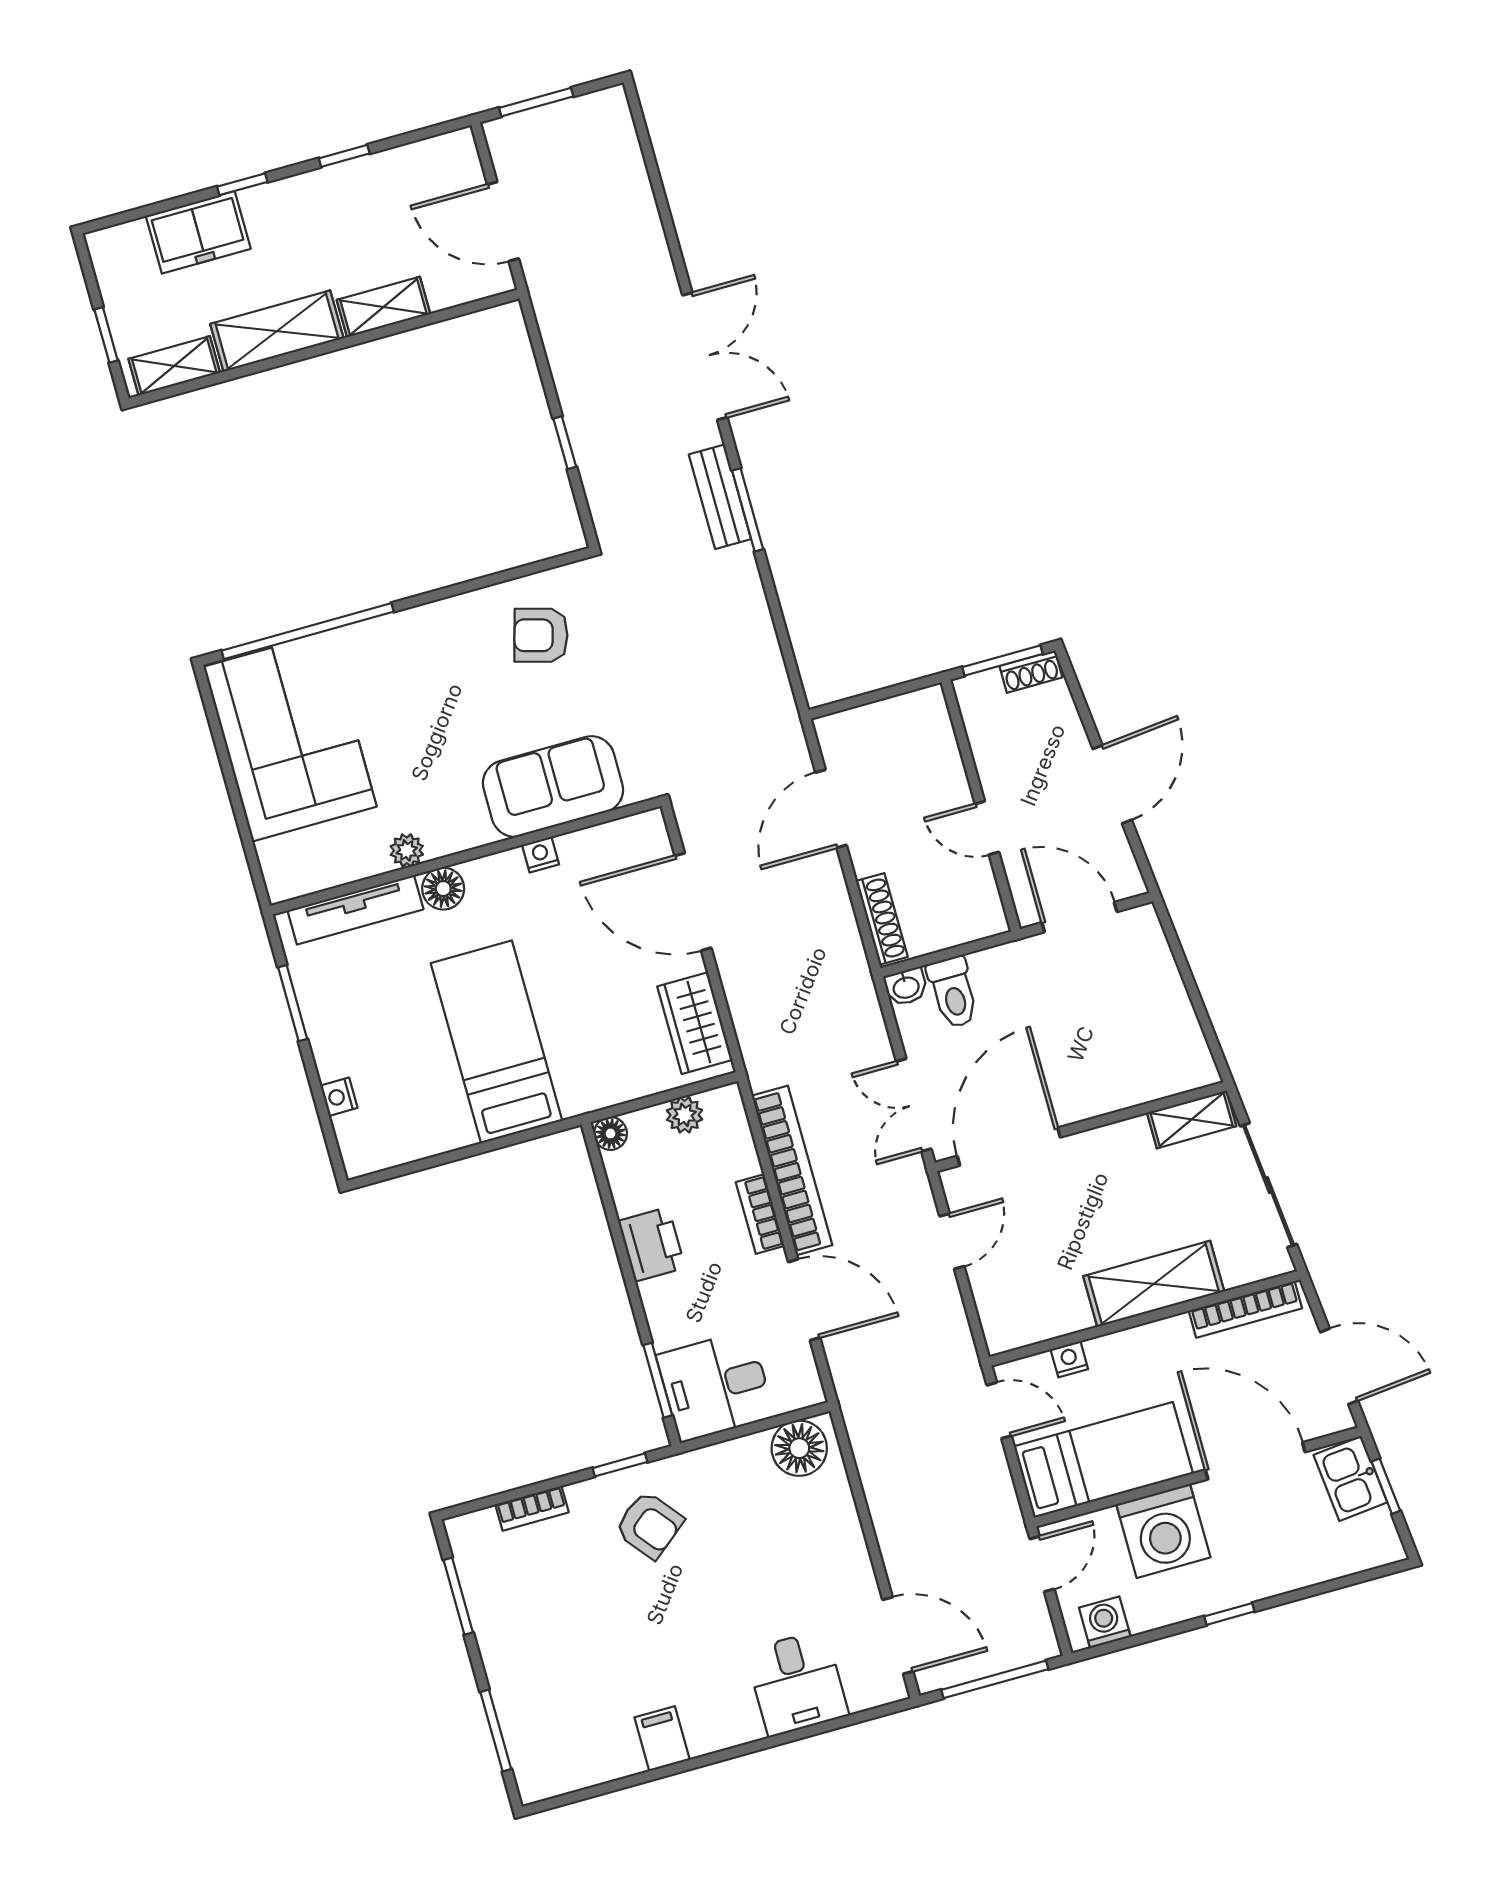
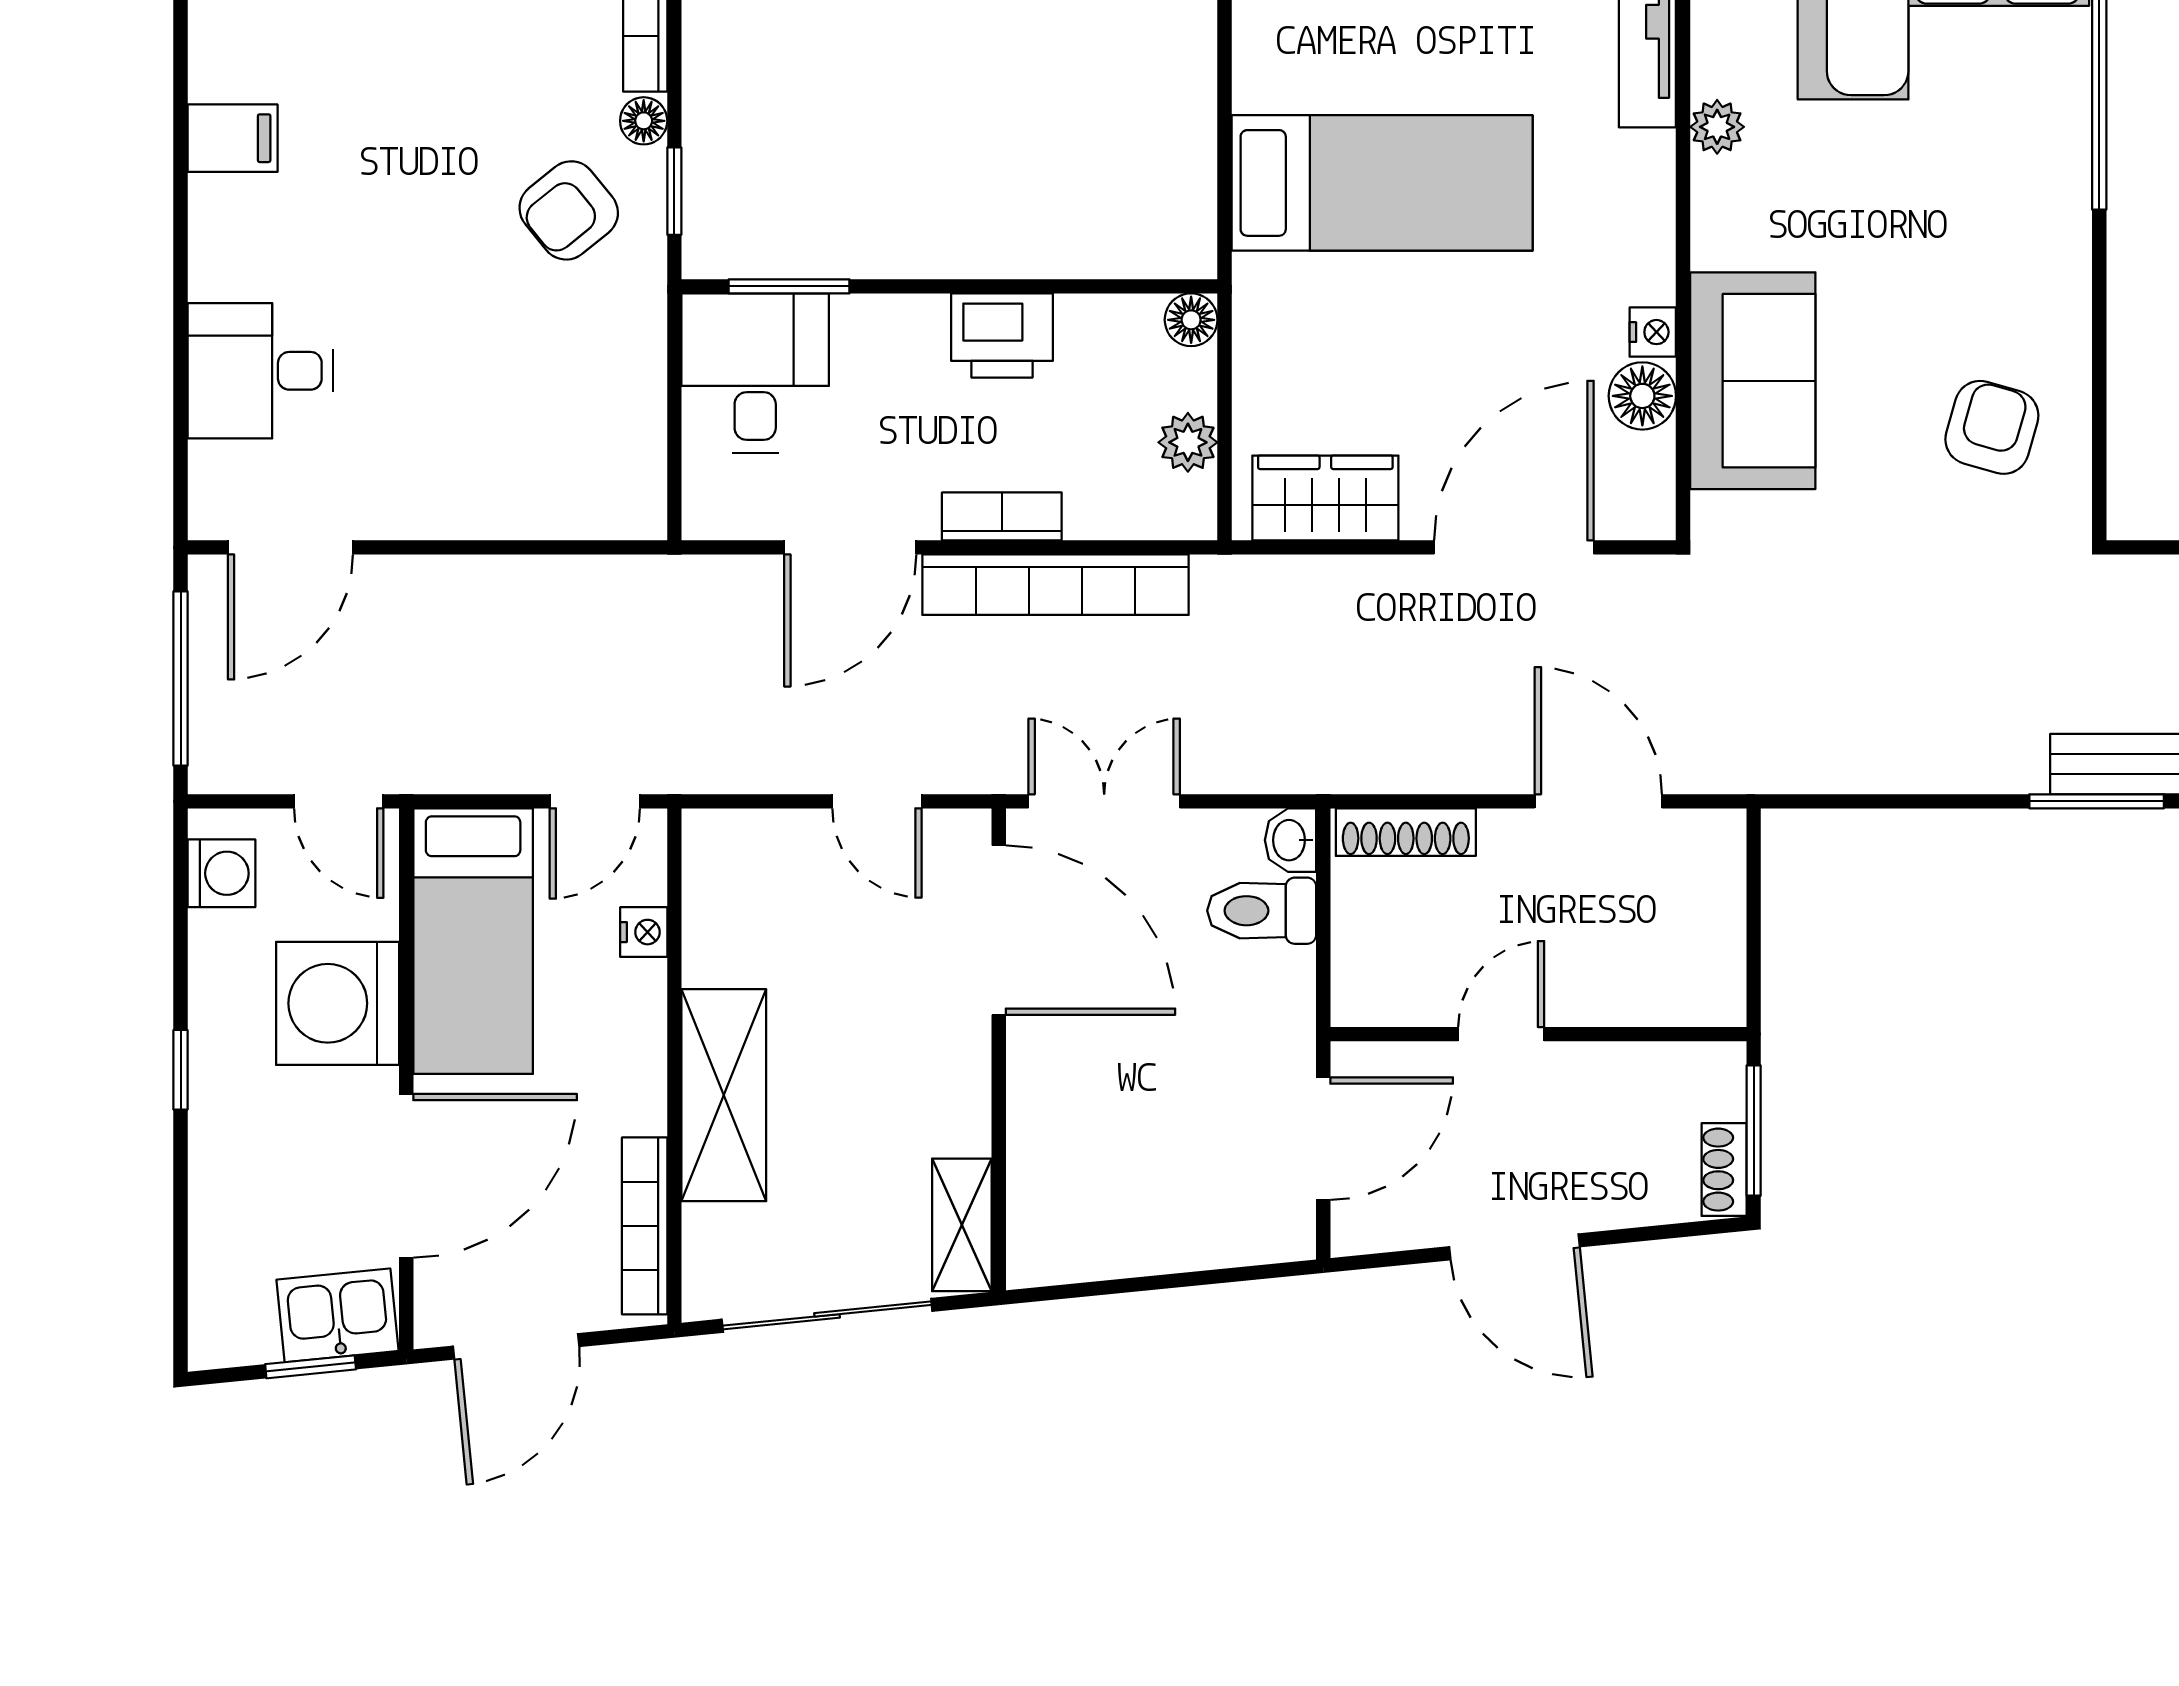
floor lamp: (443, 889) -> (1642, 396), moved
floor lamp: (799, 1448) -> (644, 121), moved, width x0.53, depth x0.53

